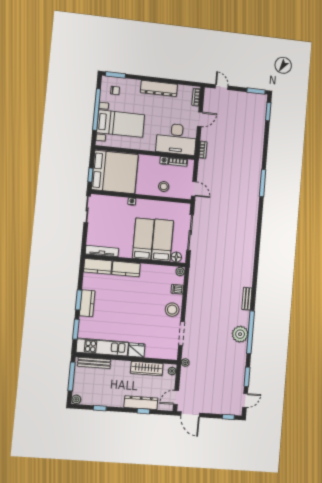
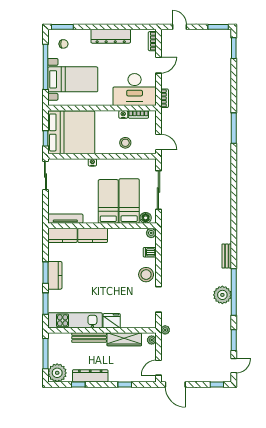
bench: (94, 363) -> (89, 338), moved
plant: (76, 399) -> (57, 373), width x1.88, depth x1.88
dresser: (141, 403) -> (90, 376), moved

